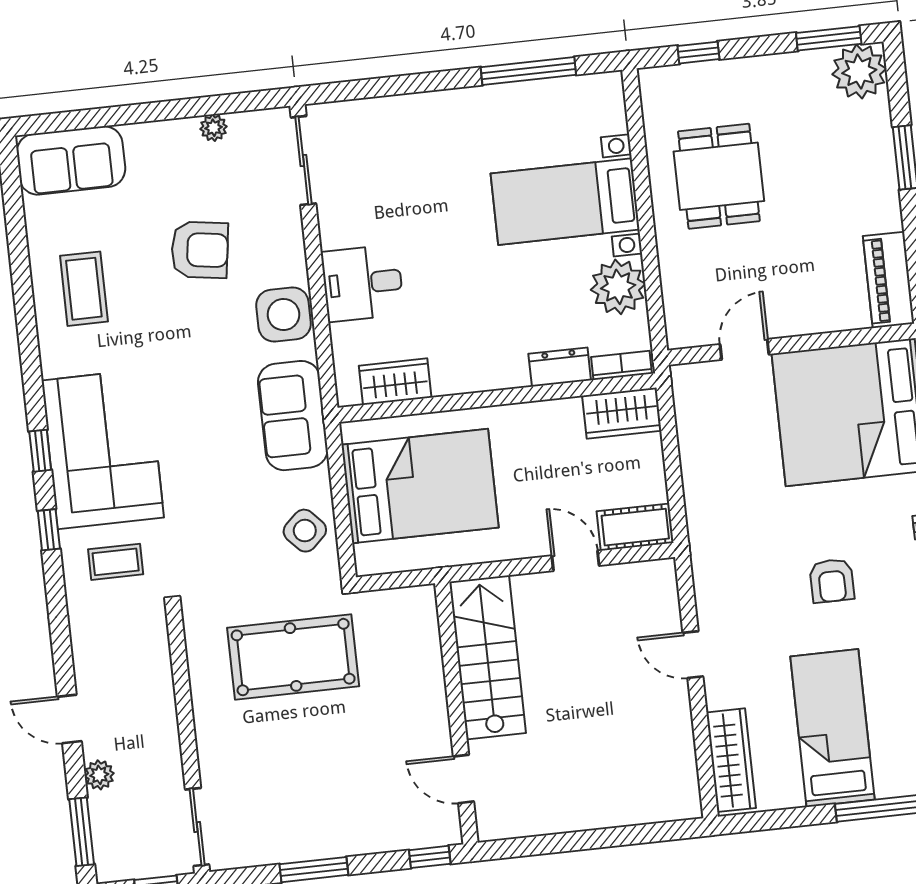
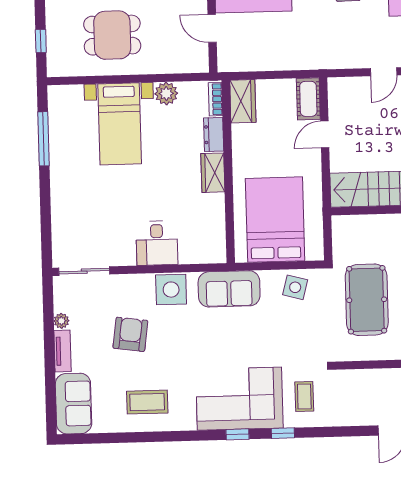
tv unit: (161, 134) -> (62, 351), added
plant: (618, 287) -> (166, 93), width x0.73, depth x0.73
wardrobe: (395, 382) -> (213, 173), moved
side table: (305, 531) -> (295, 287), turned -32

